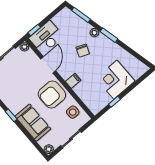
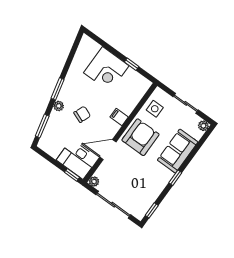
armchair: (52, 94) -> (140, 137), turned -90

